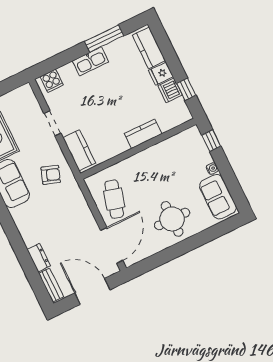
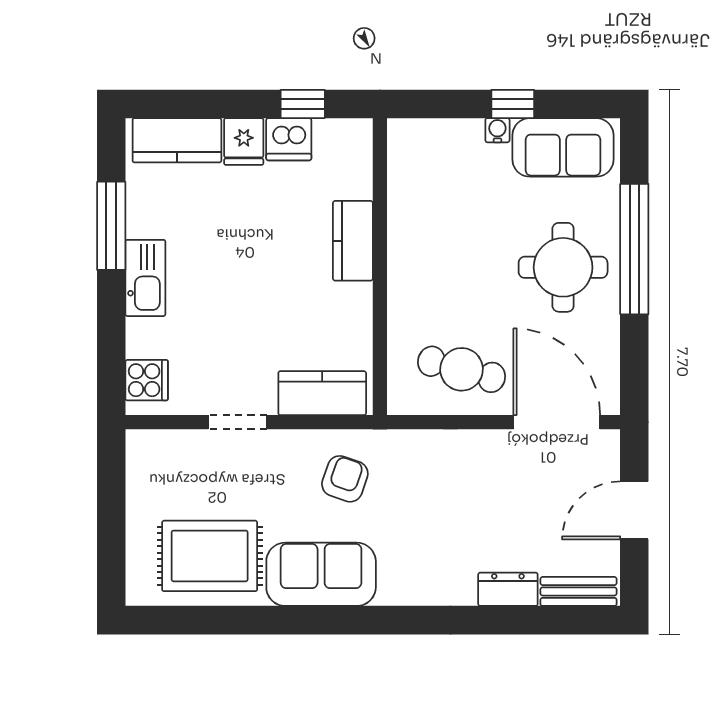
window: (211, 141) -> (513, 104), moved
window: (192, 243) -> (634, 249), added
door: (92, 291) -> (634, 510), width x0.73

